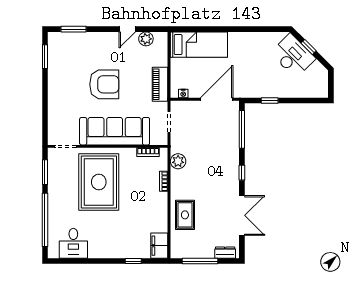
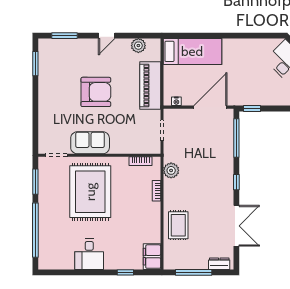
door: (127, 29) -> (107, 36), moved
piano: (160, 84) -> (150, 86), width x1.37, depth x1.33
window: (270, 101) -> (252, 109), moved
sofa: (115, 131) -> (90, 143), width x0.54, depth x0.79
desk: (73, 243) -> (89, 254), moved

